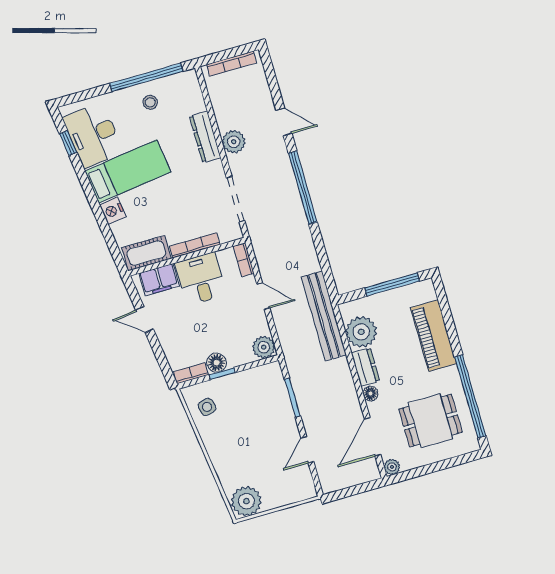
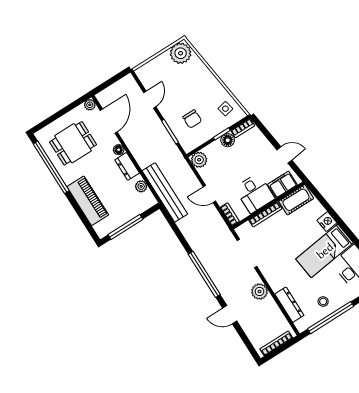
dresser: (205, 137) -> (289, 305), moved
plant: (361, 332) -> (141, 186), width x0.53, depth x0.53
chair: (257, 406) -> (192, 119), added

